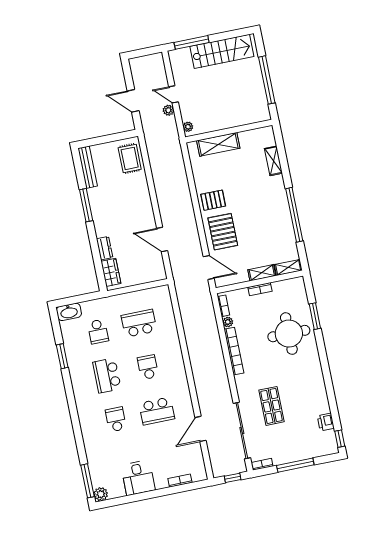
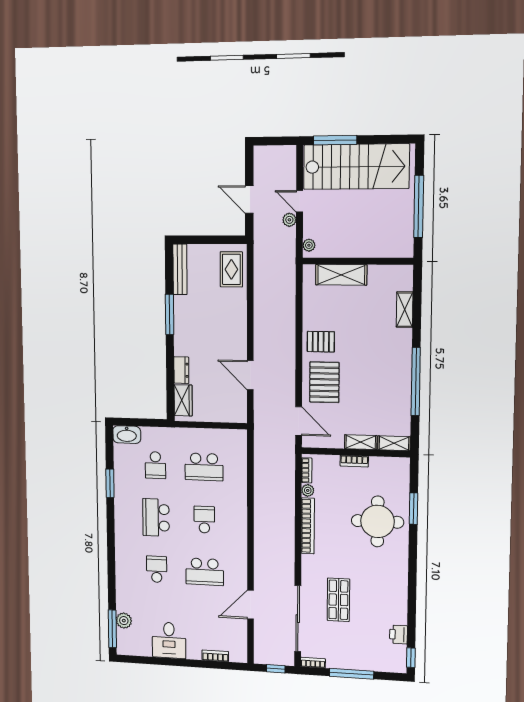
stairs: (222, 51) -> (356, 167), width x1.36, depth x1.51
school desk: (139, 323) -> (204, 467), turned 180
plant: (101, 494) -> (124, 621), moved

